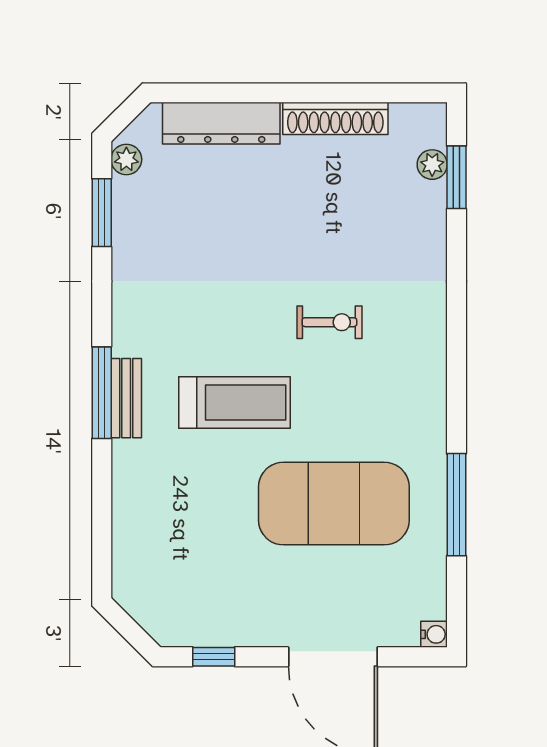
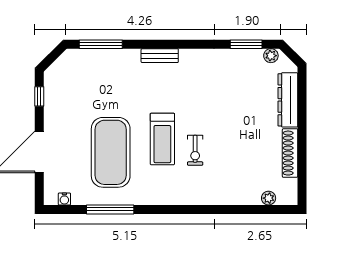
window: (456, 177) -> (263, 209), removed
window: (102, 393) -> (101, 44), moved
treadmill: (234, 403) -> (162, 139), moved
water cooler: (434, 634) -> (64, 199), moved

